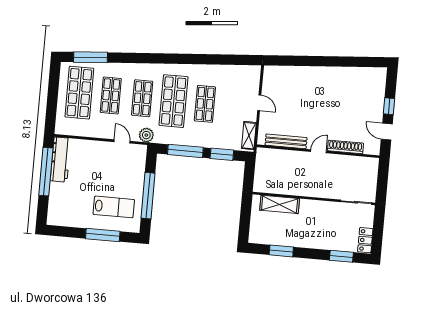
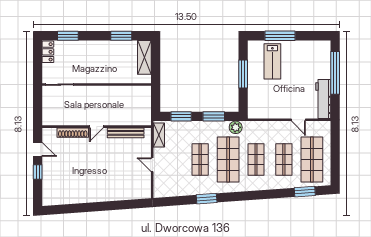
window: (91, 57) -> (305, 192), width x0.69
window: (202, 59) -> (207, 199), added
plant: (146, 135) -> (236, 127), moved
door: (122, 141) -> (298, 120), moved
window: (185, 151) -> (214, 116), width x0.69
window: (46, 172) -> (335, 73), moved
window: (148, 196) -> (243, 74), width x0.68
shelving: (280, 204) -> (144, 57), moved, turned 90
lab bench: (114, 207) -> (272, 61), turned -90

